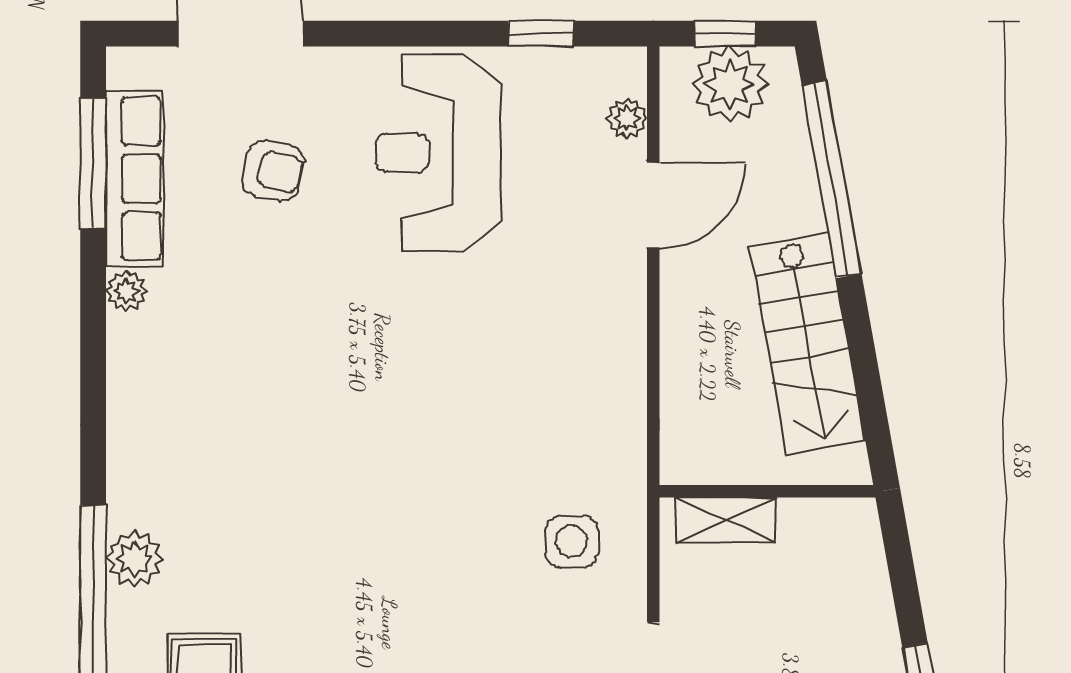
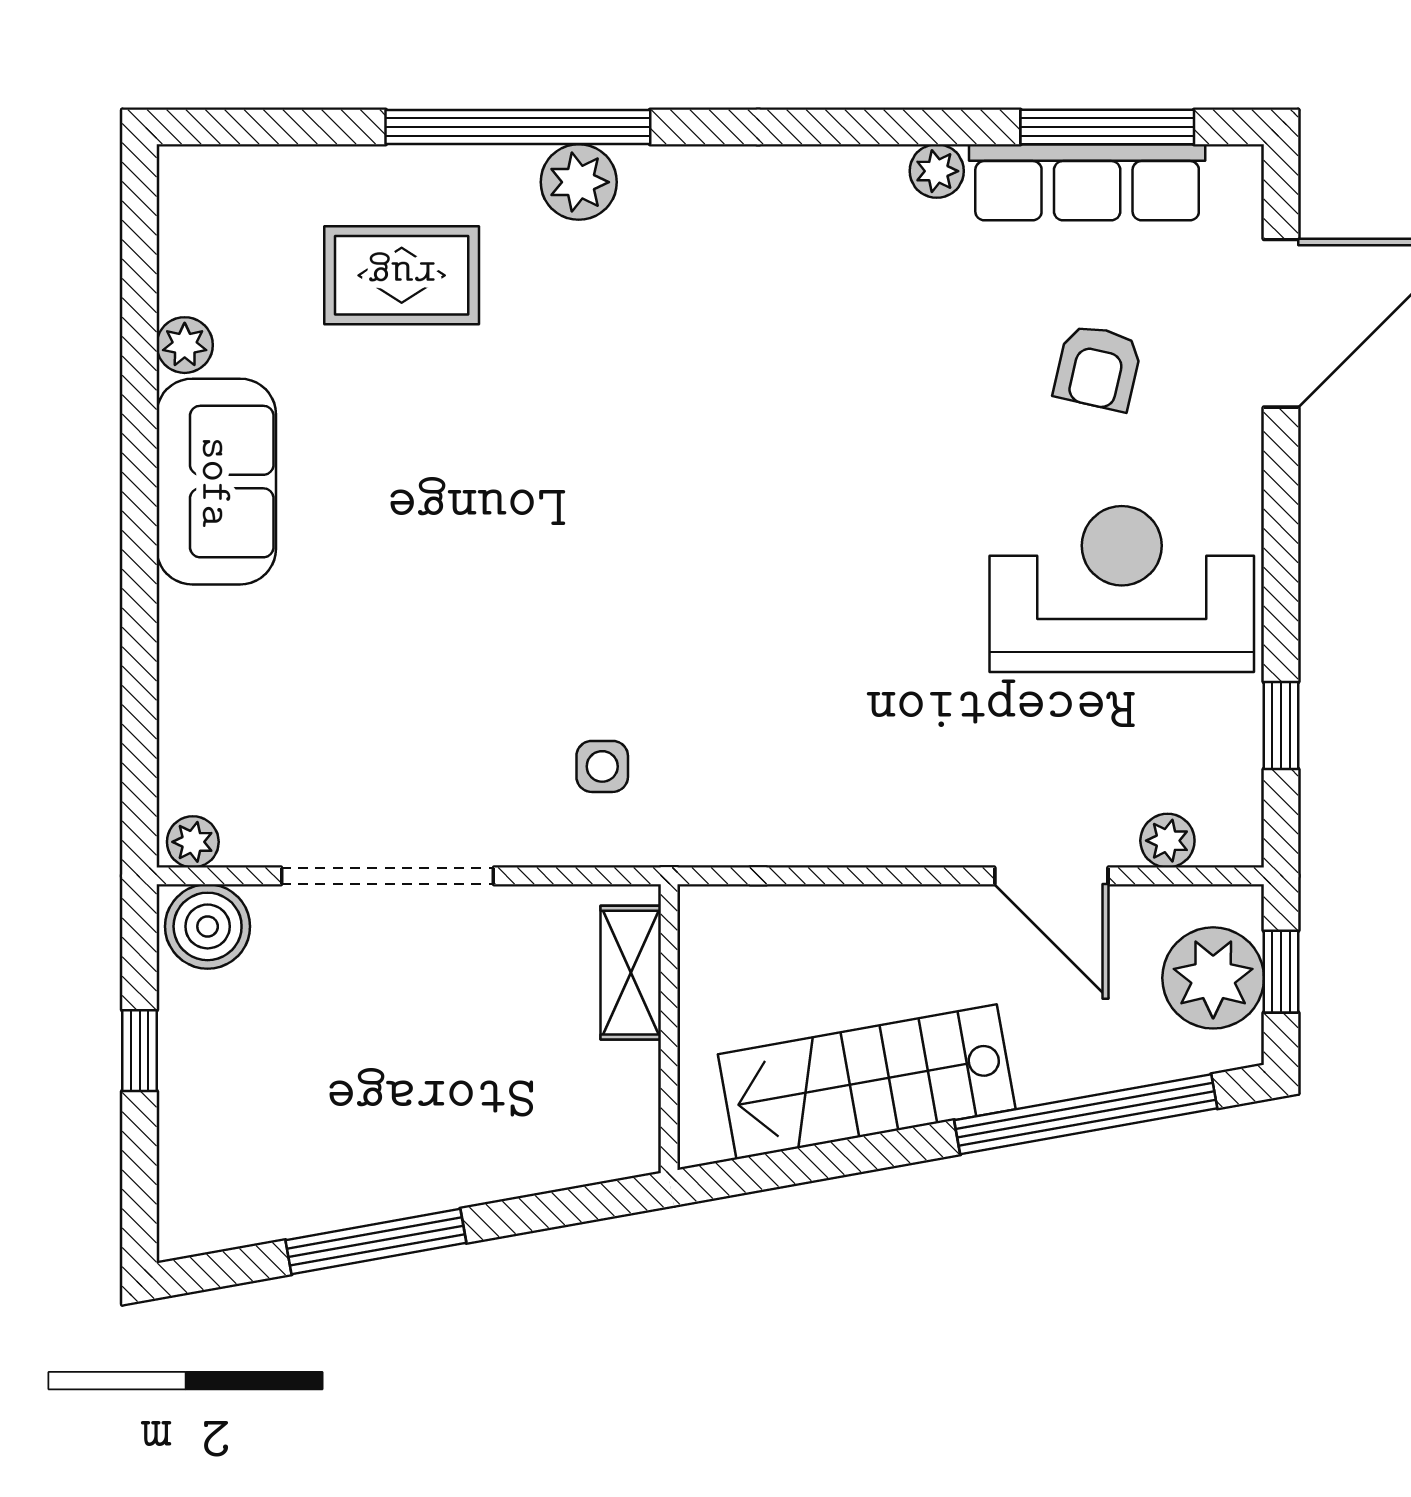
side table: (571, 541) -> (602, 766), width x0.73, depth x0.73

